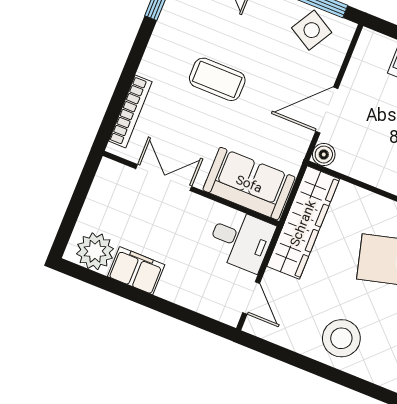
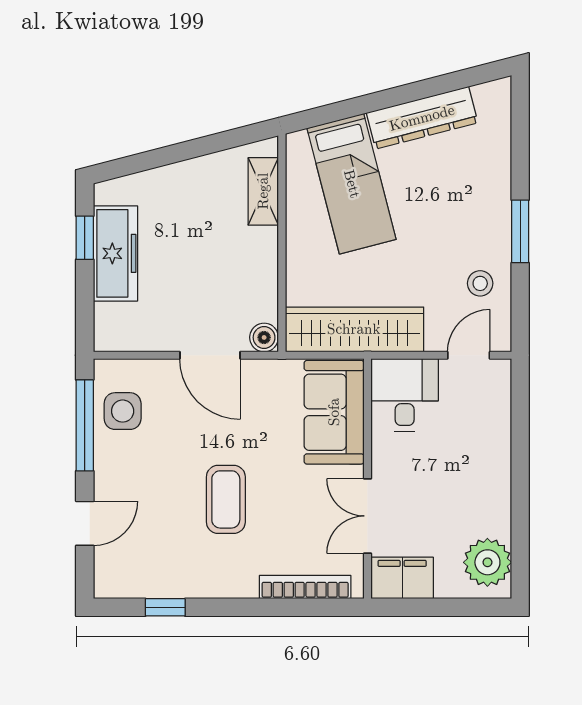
side table: (312, 30) -> (123, 411), turned -30
filing cabinet: (136, 271) -> (402, 578), moved, turned 90
stool: (341, 338) -> (480, 283), moved, width x0.53, depth x0.53
window: (326, 372) -> (520, 231), added

